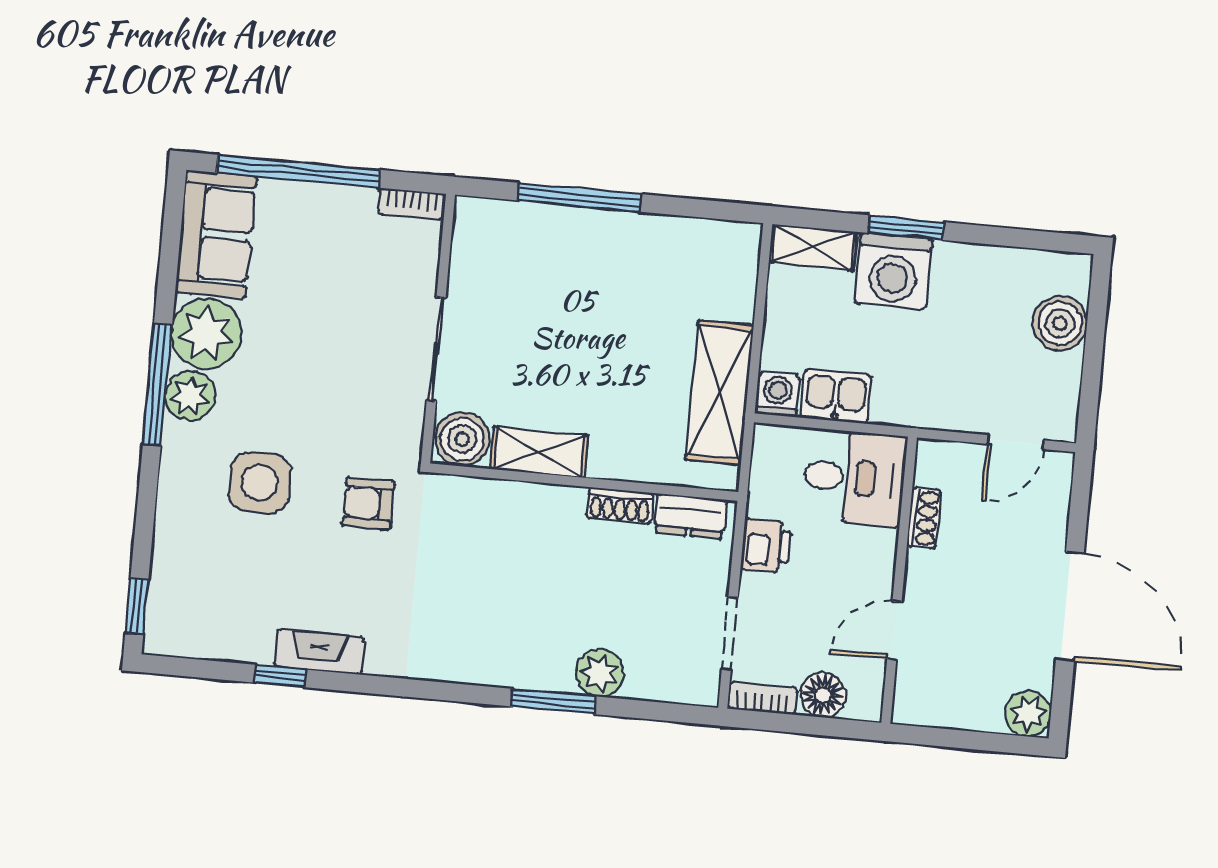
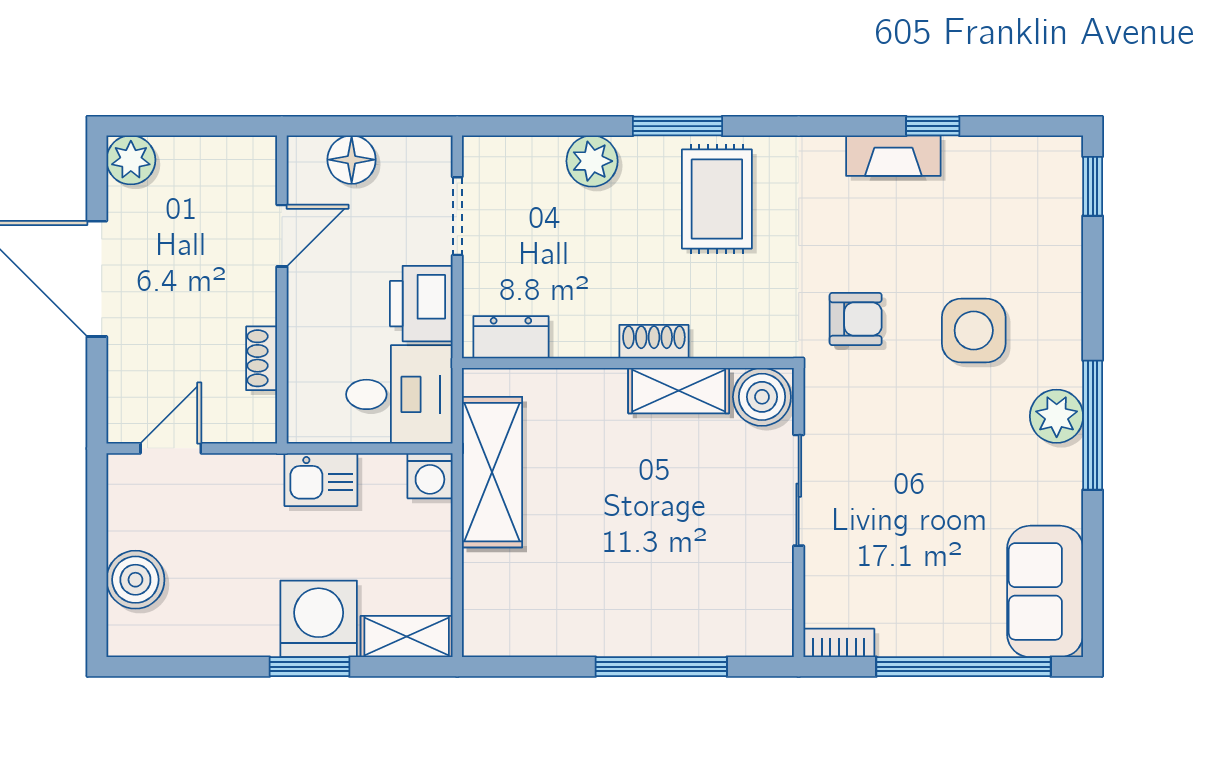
plant: (206, 334) -> (1046, 484), removed
kitchen sink: (836, 396) -> (321, 480), moved
desk: (854, 478) -> (399, 394), moved, turned 180
shoe rack: (620, 506) -> (654, 342), moved
printer: (766, 545) -> (421, 304), width x1.36, depth x1.24
rug: (487, 627) -> (717, 199), added
bookcase: (762, 698) -> (416, 150), removed
window: (553, 701) -> (677, 126), moved

